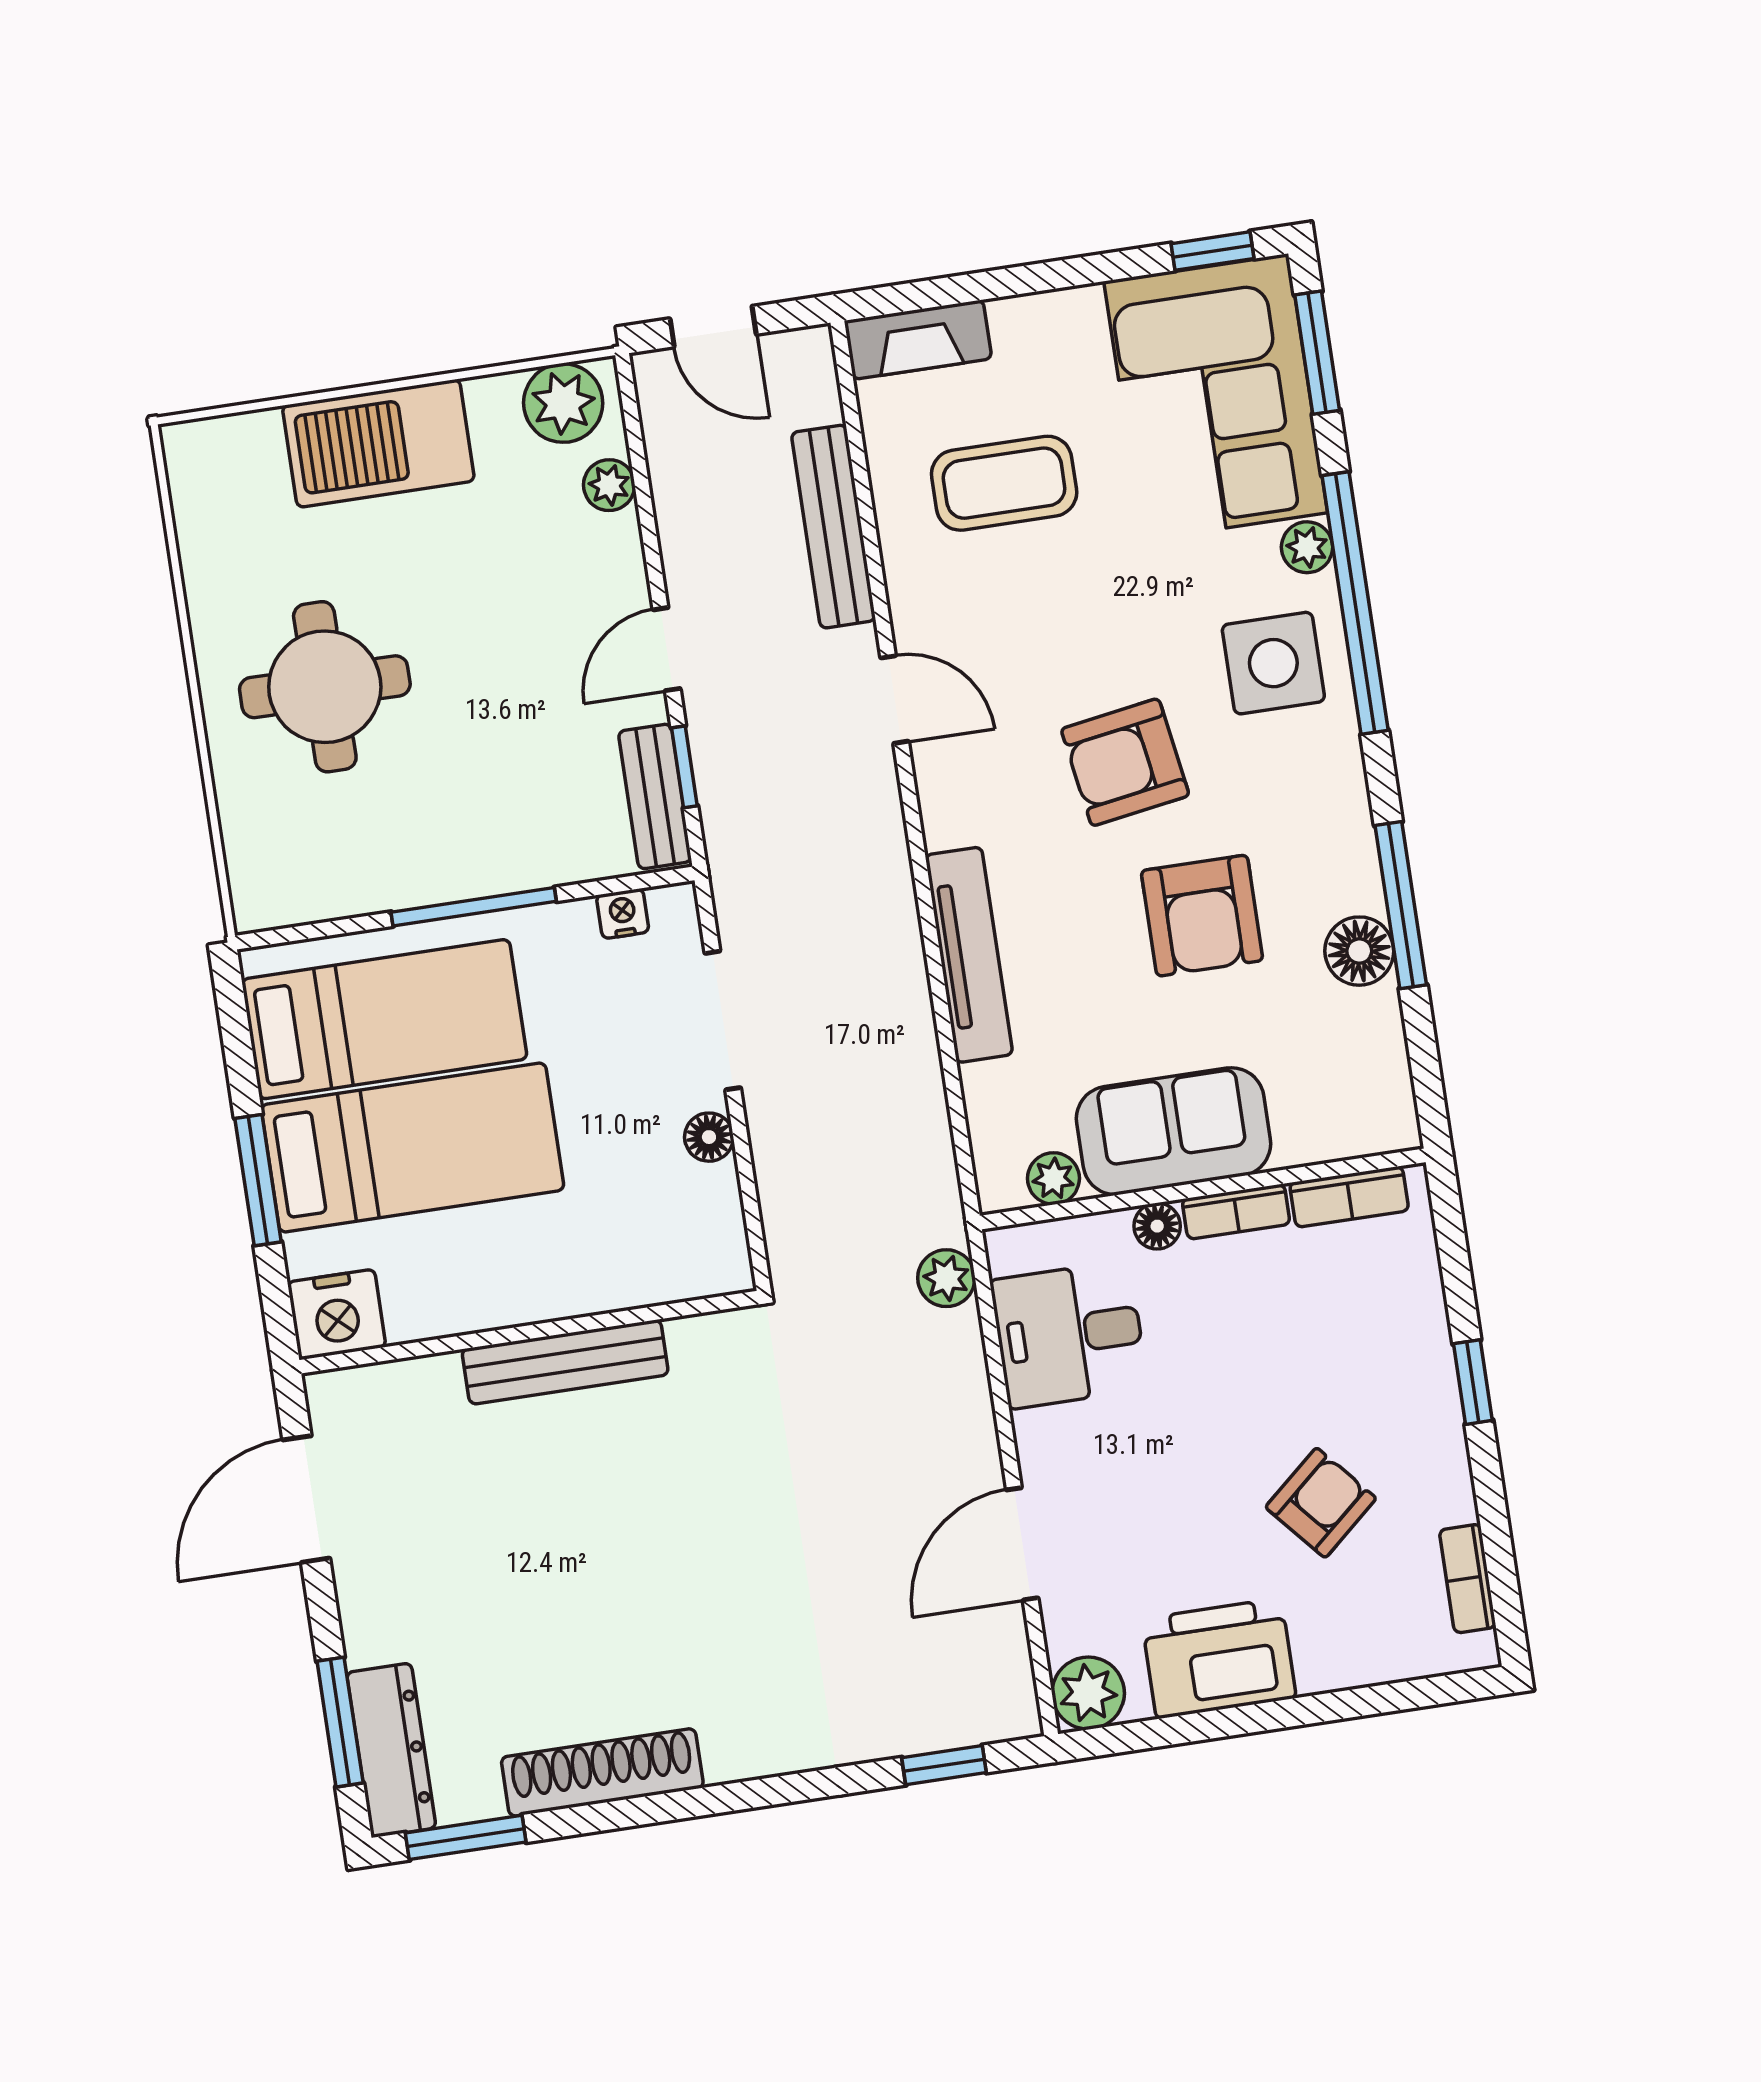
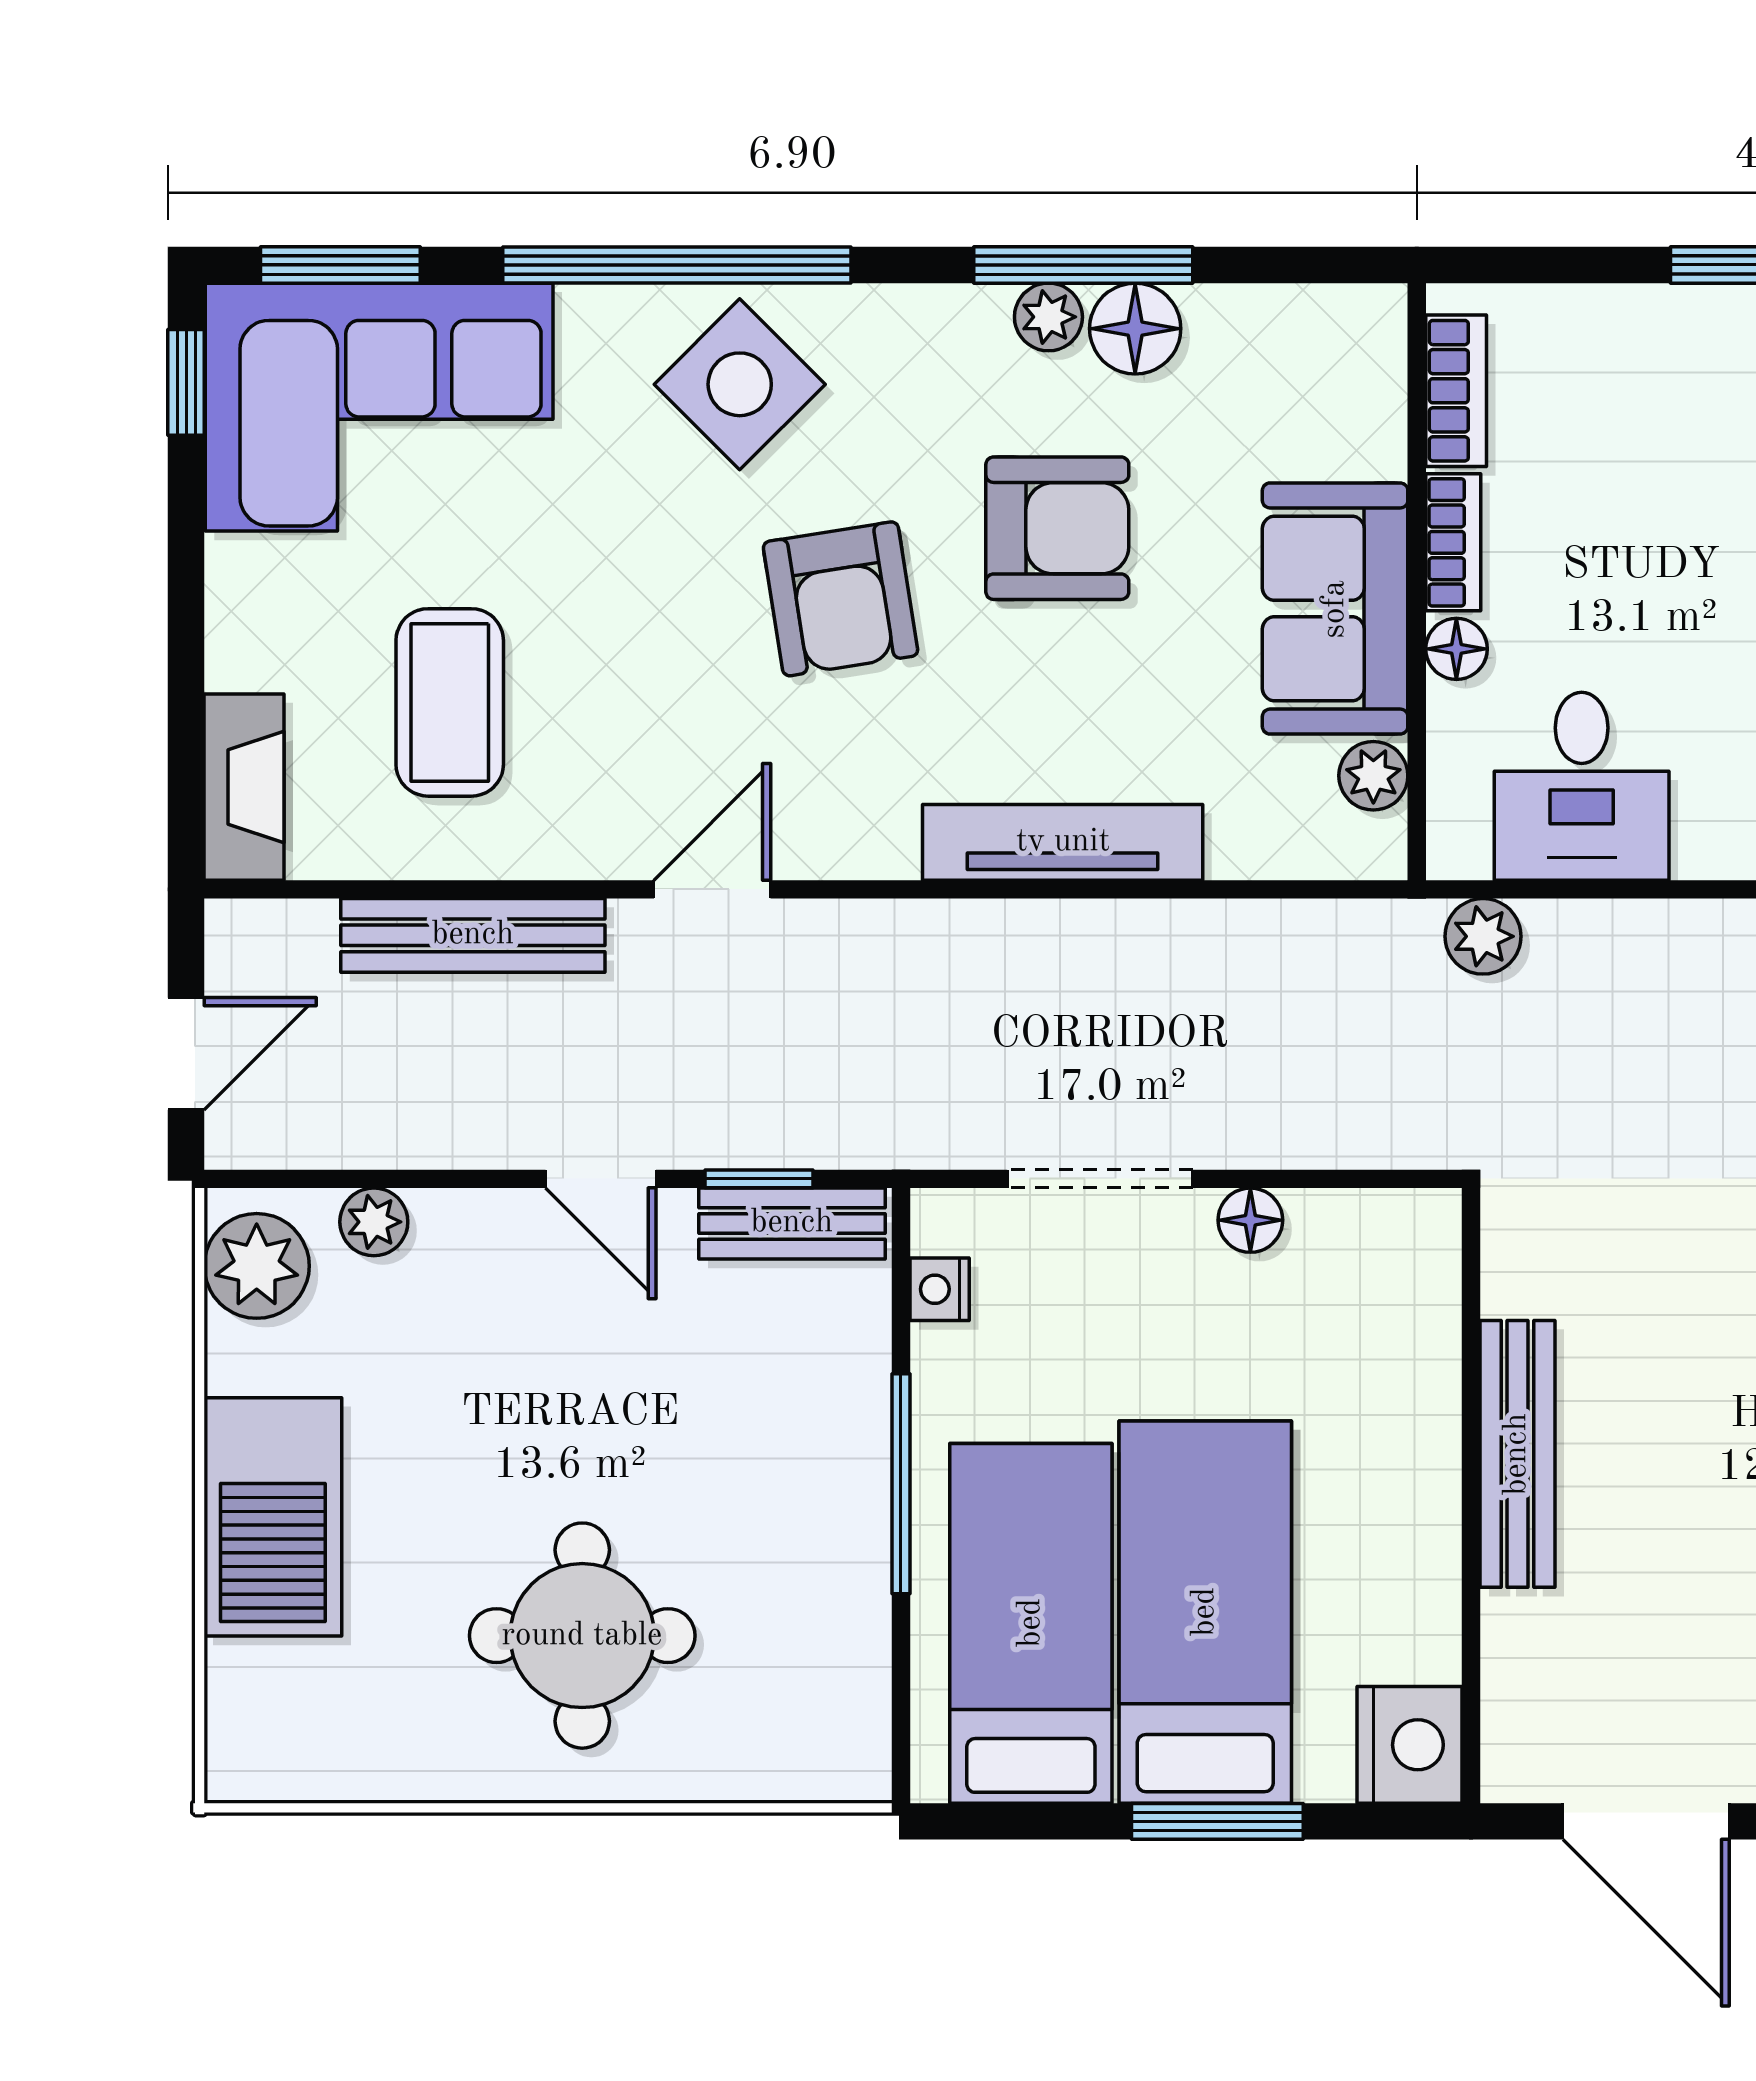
plant: (1307, 547) -> (1048, 317), moved
side table: (1273, 663) -> (740, 384), turned 45

